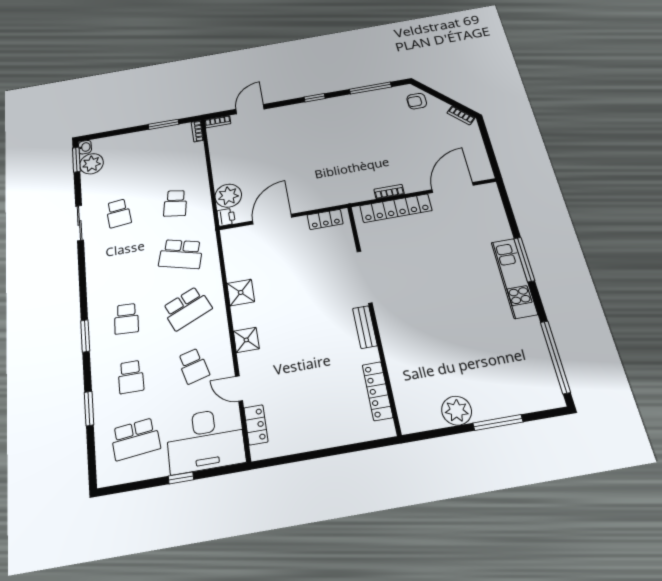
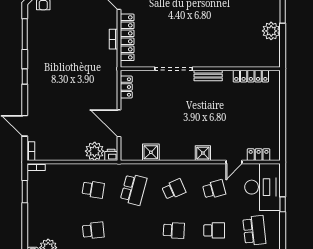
shower: (241, 292) -> (151, 152), moved
school desk: (187, 308) -> (174, 189), width x0.54

